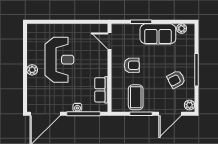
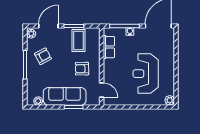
sofa: (158, 34) -> (65, 96), width x1.36
plant: (32, 70) -> (170, 100), moved

